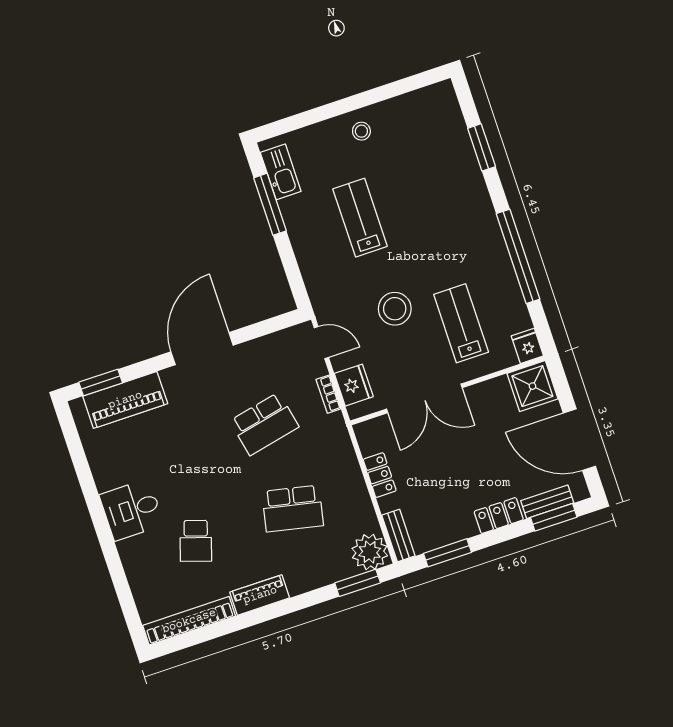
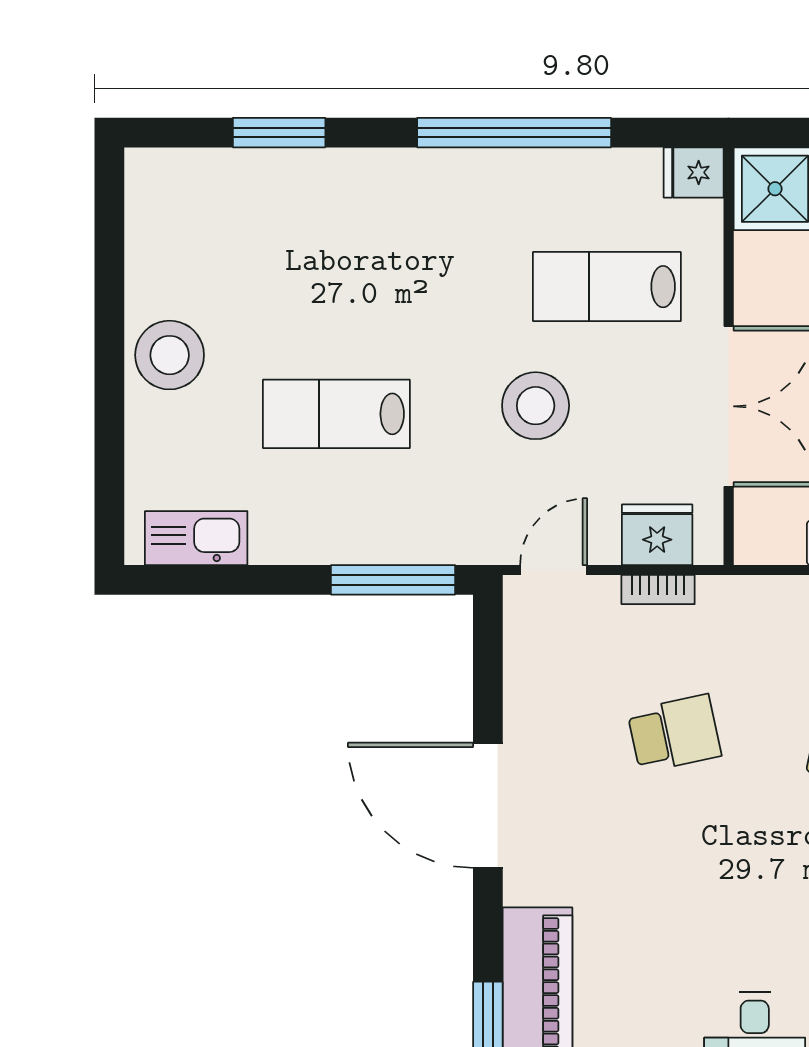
stool: (361, 131) -> (170, 355), width x1.89, depth x1.89
window: (270, 204) -> (393, 580), moved
school desk: (264, 424) -> (674, 733), width x0.54

